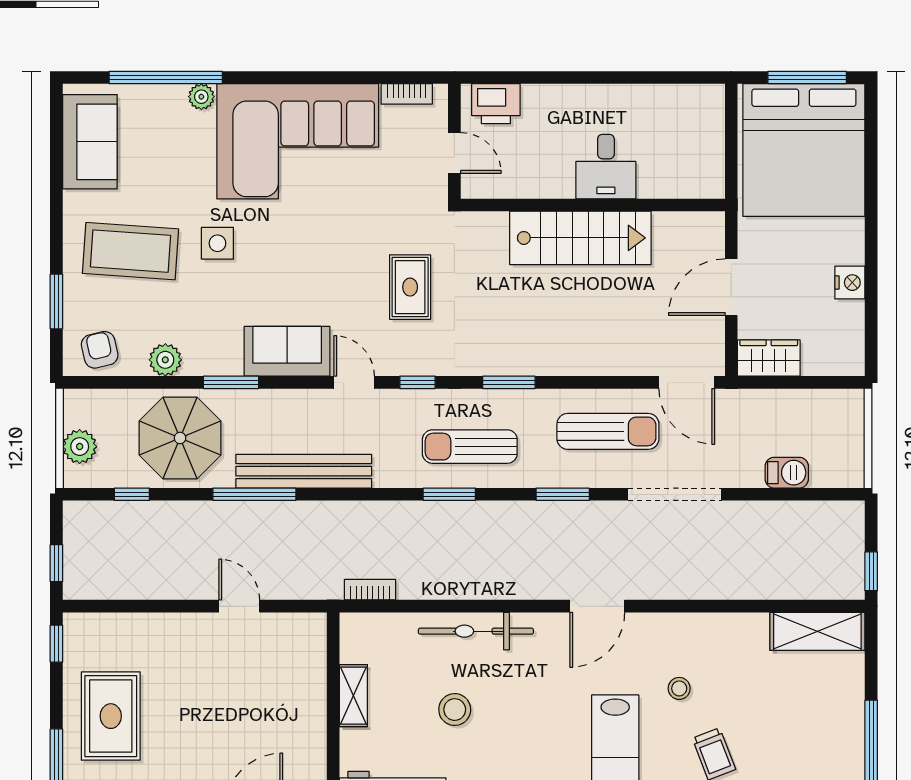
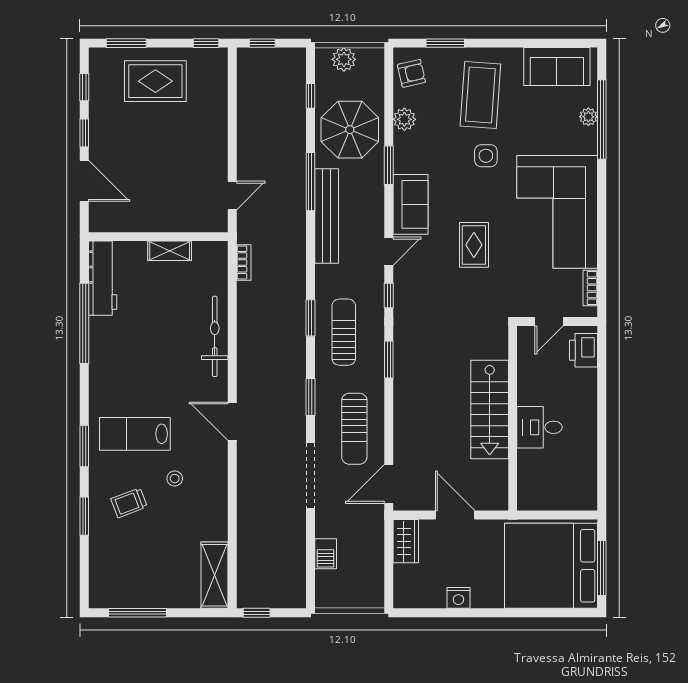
plant: (201, 97) -> (588, 117), moved
rug: (410, 287) -> (474, 245), moved, turned 90
door: (239, 606) -> (232, 196), moved
stool: (455, 710) -> (160, 322), removed

